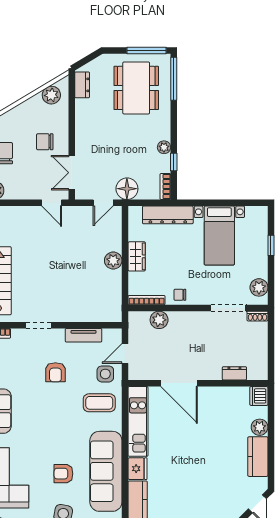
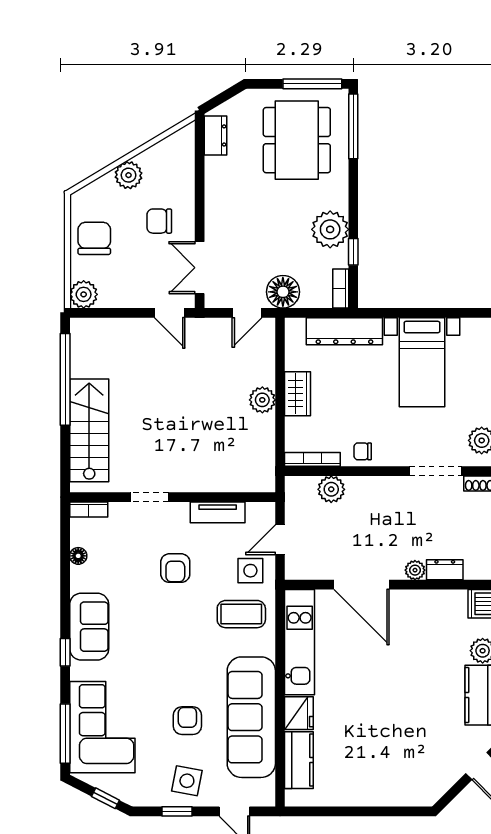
plant: (51, 95) -> (129, 175), moved
plant: (164, 147) -> (330, 229), width x1.87, depth x1.87
plant: (215, 374) -> (415, 570), added
armchair: (63, 474) -> (187, 721), turned 90

